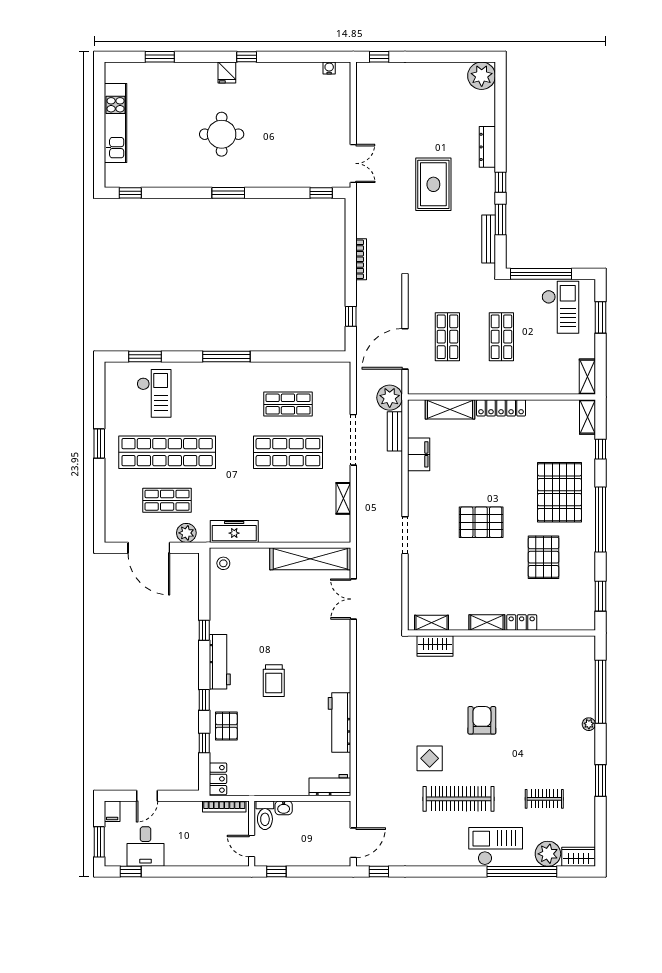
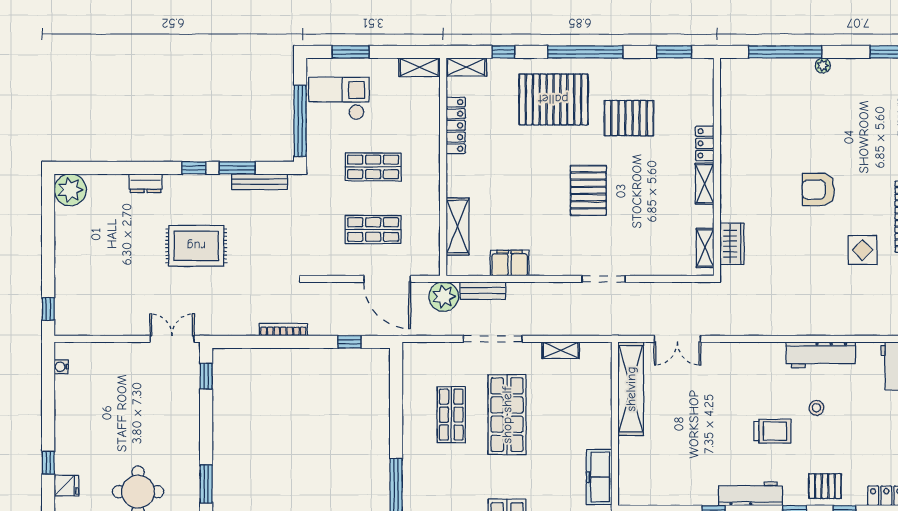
dresser: (487, 147) -> (146, 183), width x0.70
locker: (501, 408) -> (456, 125), moved
stool: (223, 563) -> (816, 408), moved

